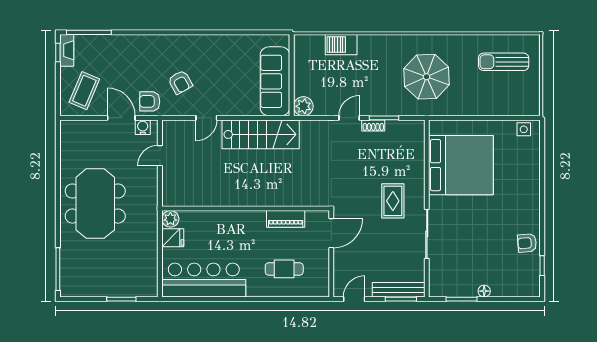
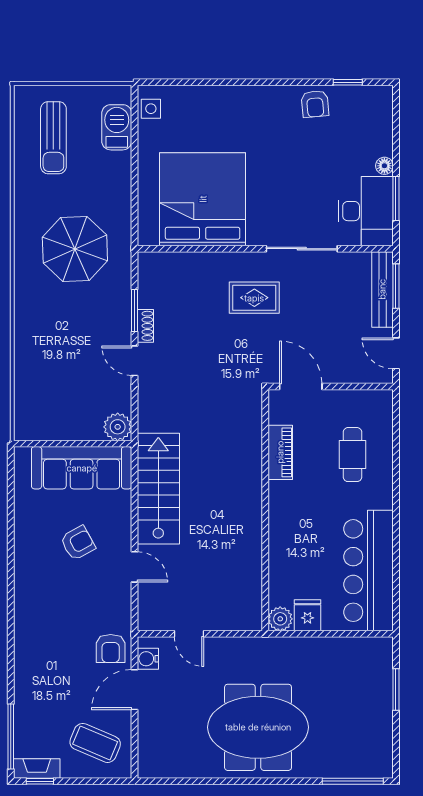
barbecue: (341, 45) -> (117, 127), moved, turned 180
armchair: (180, 82) -> (78, 543), moved
desk: (453, 278) -> (366, 211), added

